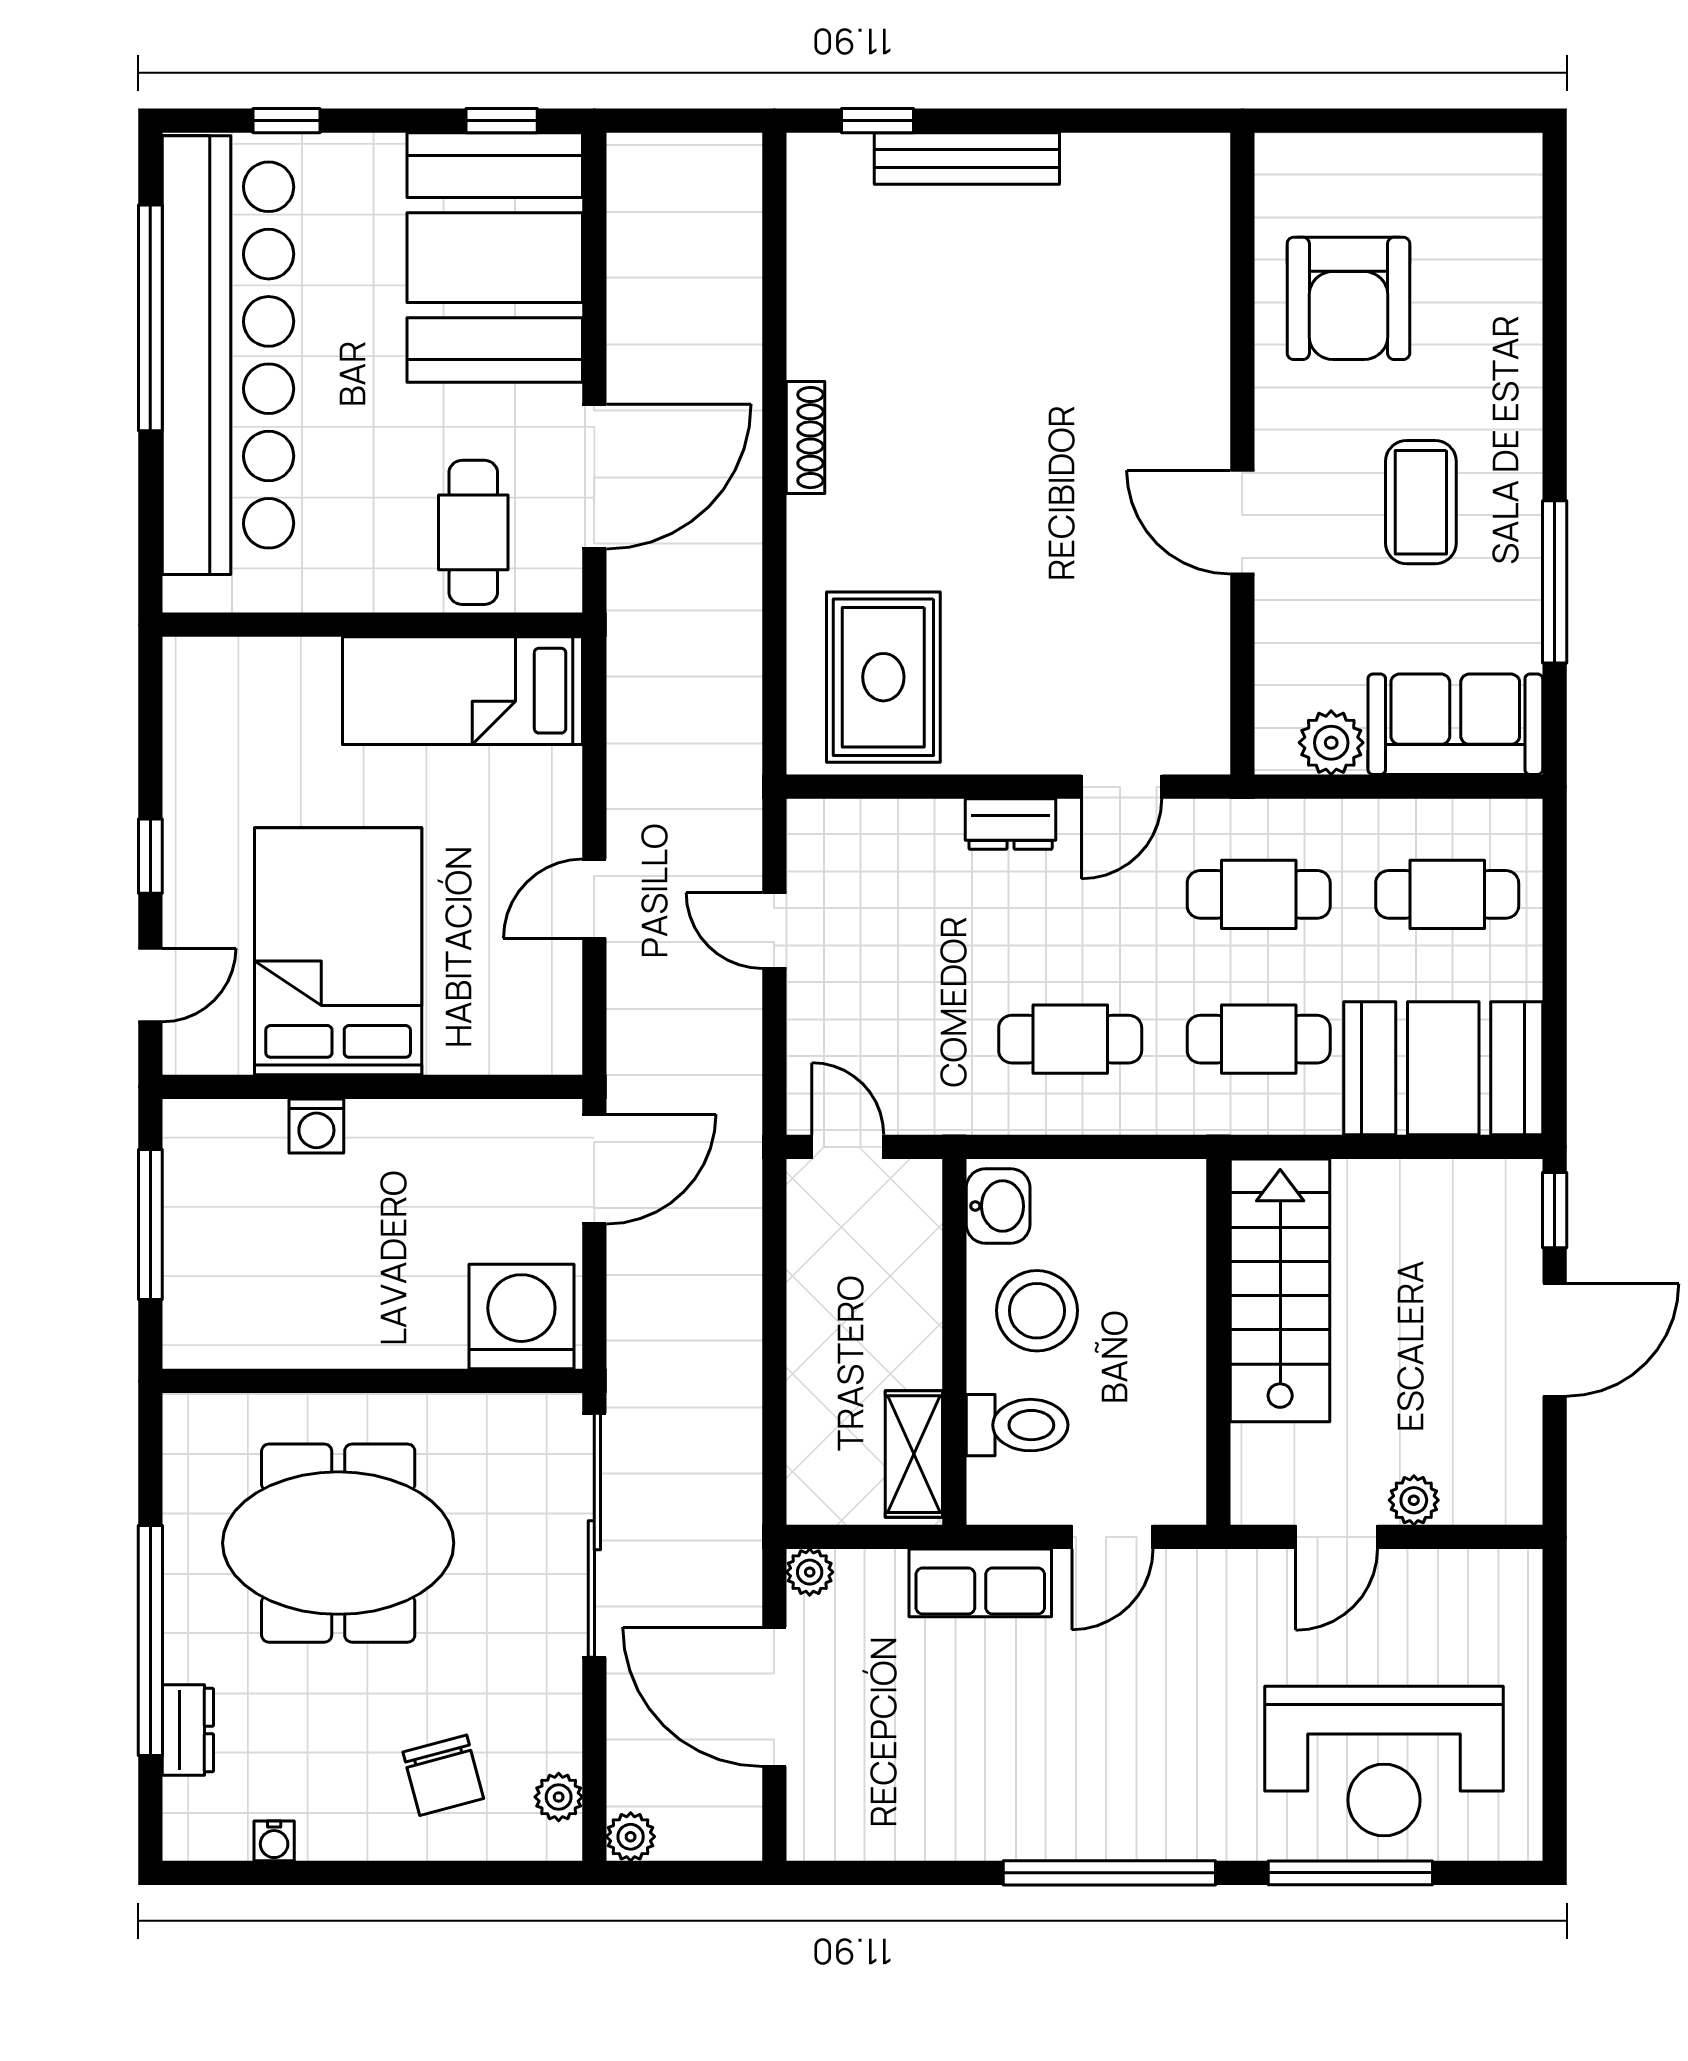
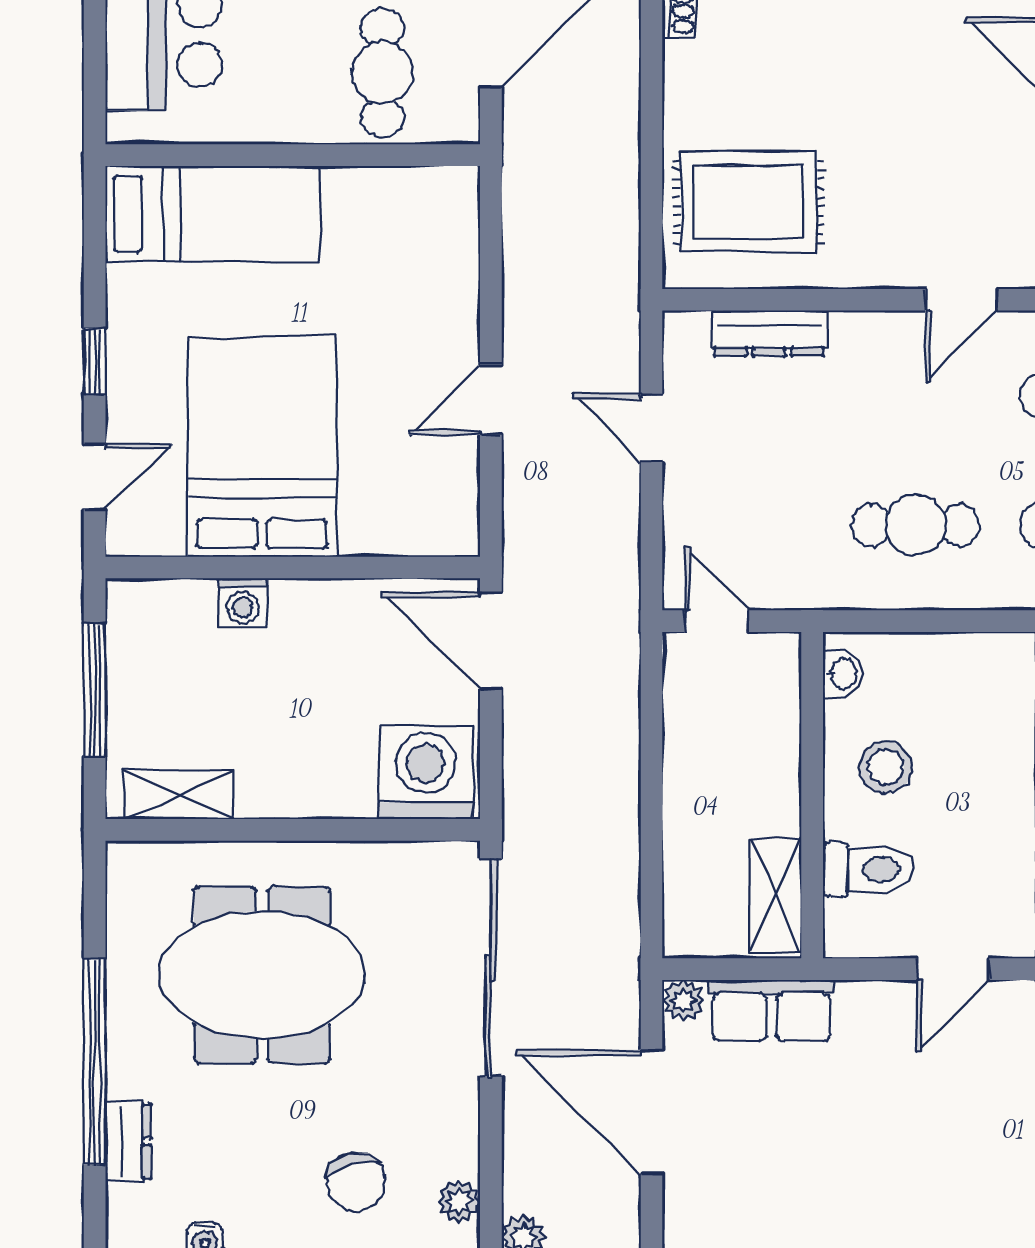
rug: (883, 677) -> (749, 202), turned 90
bed: (463, 691) -> (212, 214), moved, turned 180
dresser: (1011, 824) -> (769, 333), moved, width x1.44
door: (594, 1169) -> (491, 641), swing flipped
washbasin: (998, 1206) -> (842, 674), width x0.72, depth x0.69
stool: (1037, 1311) -> (886, 767), width x0.73, depth x0.73
shelving: (245, 1341) -> (179, 795), added
row of seats: (980, 1583) -> (771, 1010), moved

